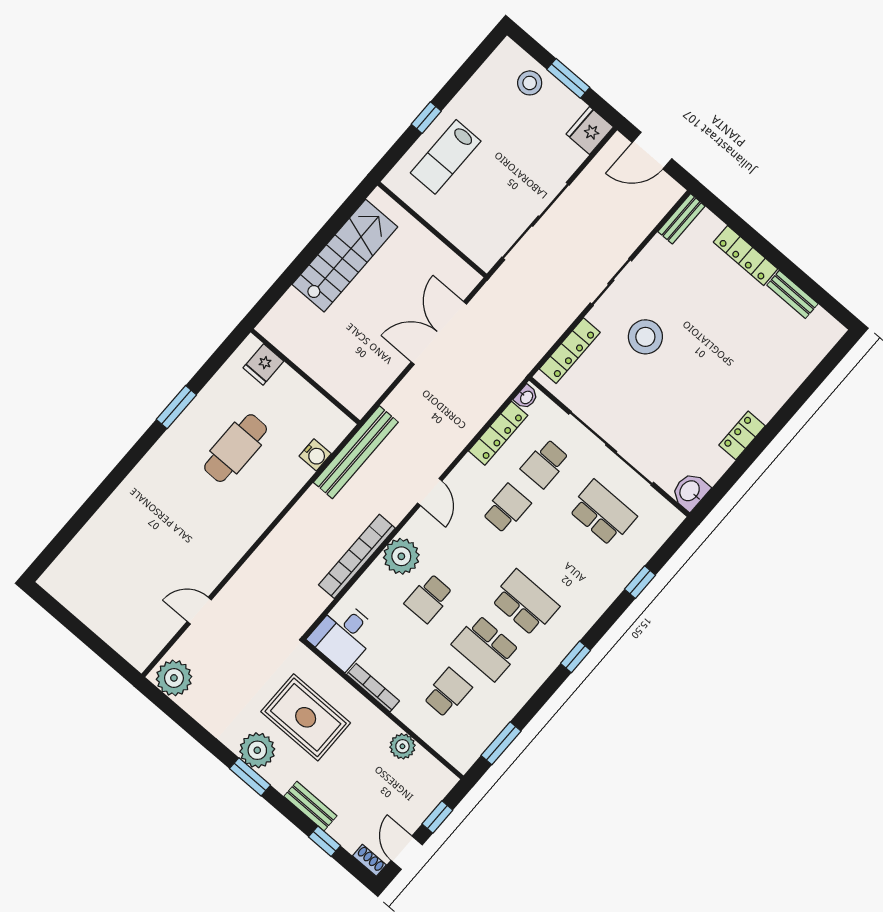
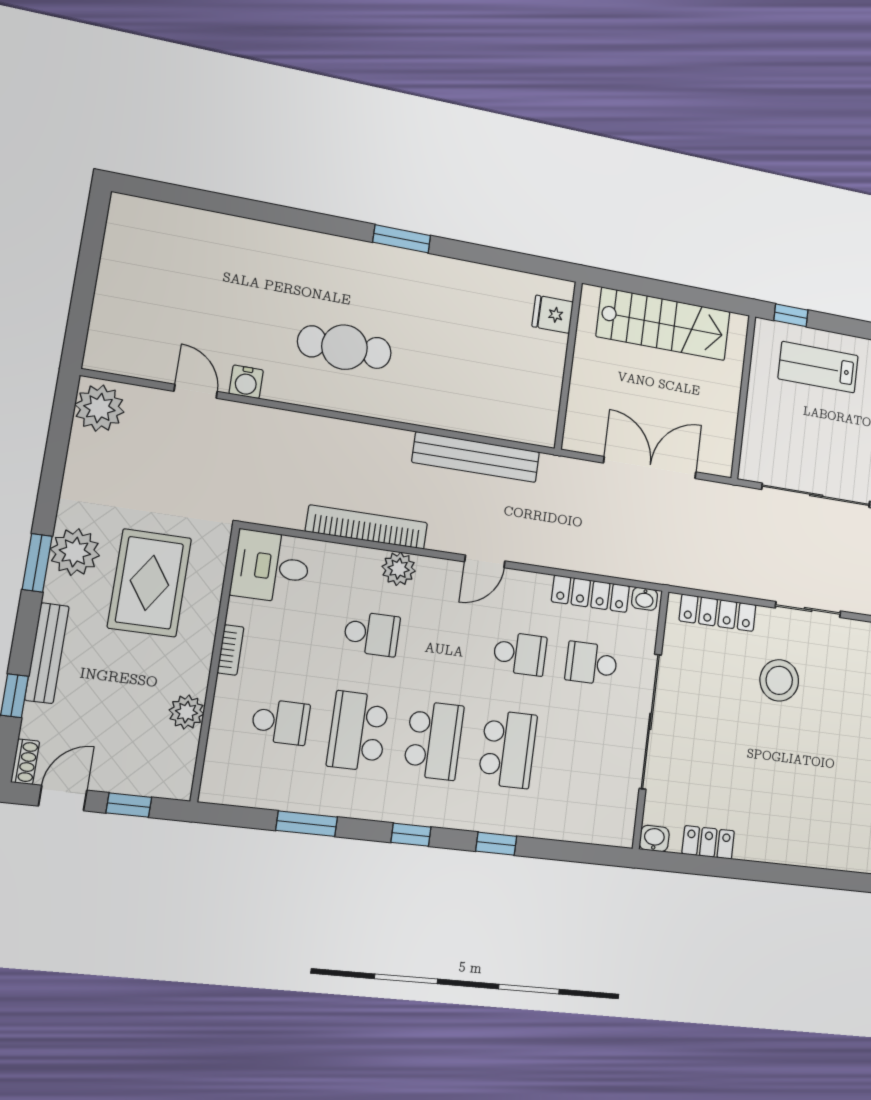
window: (426, 118) -> (791, 315), moved
fridge: (263, 365) -> (553, 314), moved
wall: (305, 376) -> (568, 365), moved
locker: (742, 435) -> (708, 842), moved
cafe table: (236, 448) -> (345, 347), moved
water cooler: (315, 455) -> (246, 382), moved
washbasin: (690, 491) -> (654, 839), width x0.72, depth x0.69
school desk: (602, 513) -> (508, 749), moved
plant: (401, 556) -> (399, 569), width x0.73, depth x0.73
window: (640, 582) -> (496, 844), moved
school desk: (429, 598) -> (372, 634), turned 180
bookcase: (373, 688) -> (231, 650), width x0.64
window: (501, 743) -> (307, 824), moved
bench: (310, 806) -> (47, 653), width x1.36

